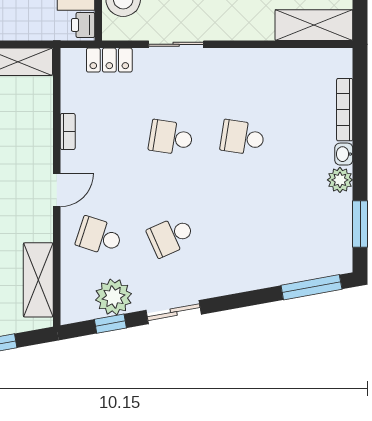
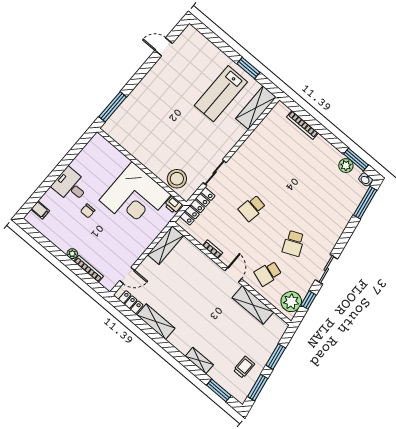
locker: (109, 60) -> (197, 206), width x1.53
school desk: (242, 138) -> (278, 178), removed
washbasin: (344, 154) -> (365, 179), moved
plant: (340, 180) -> (346, 166), moved
shelving: (38, 280) -> (253, 305), moved
plant: (114, 297) -> (291, 302), moved

